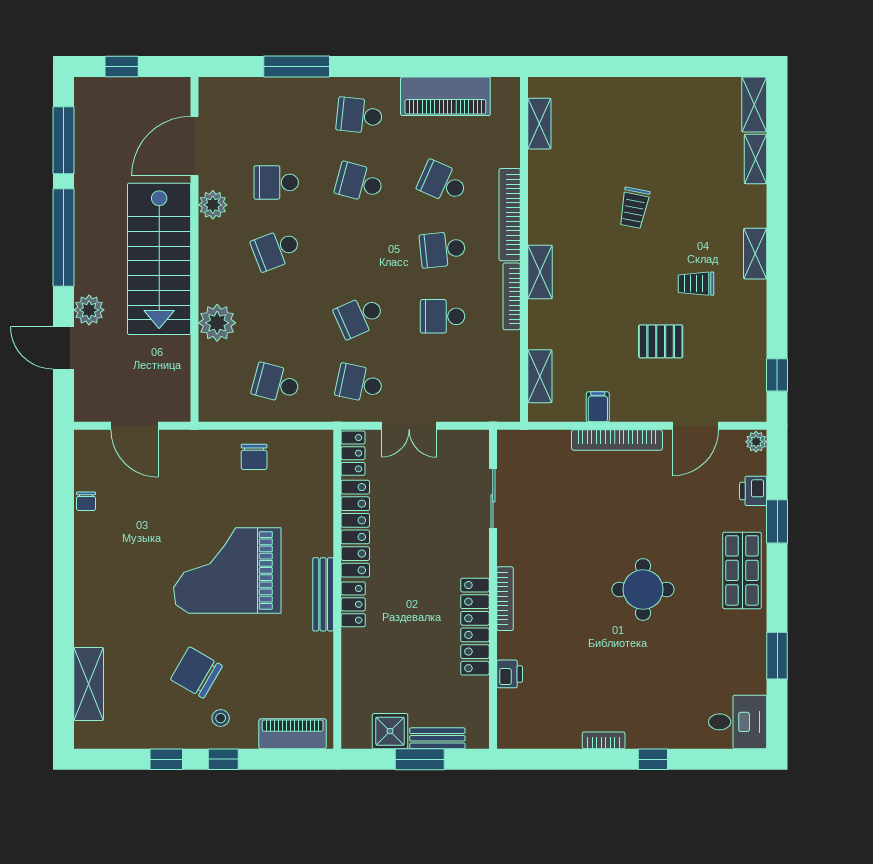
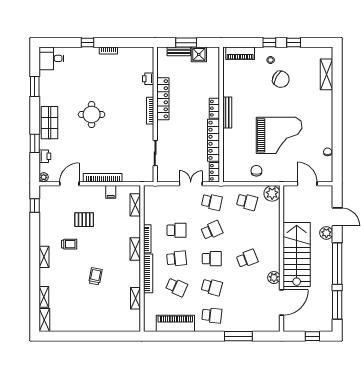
shelving: (539, 124) -> (135, 298), moved
school desk: (276, 182) -> (212, 259), moved
plant: (217, 323) -> (272, 193), moved
grand piano: (227, 570) -> (279, 135), moved

